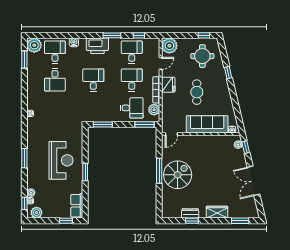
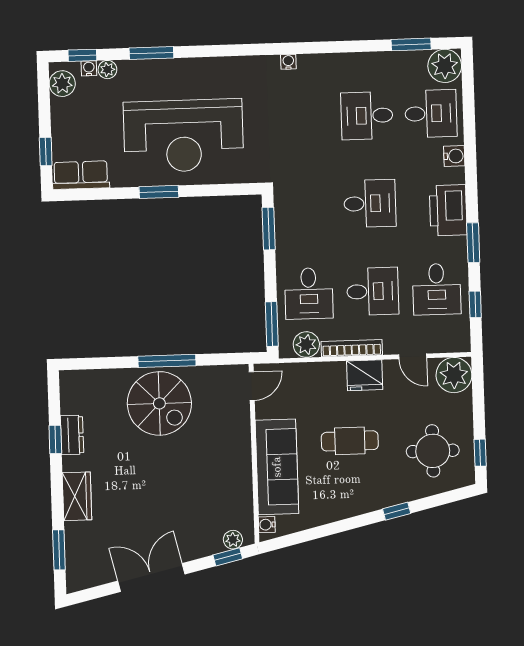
desk: (132, 52) -> (437, 289), turned 90
door: (171, 134) -> (252, 386), swing flipped
window: (24, 158) -> (151, 53), moved
reception desk: (61, 160) -> (183, 136), width x1.36, depth x1.30

